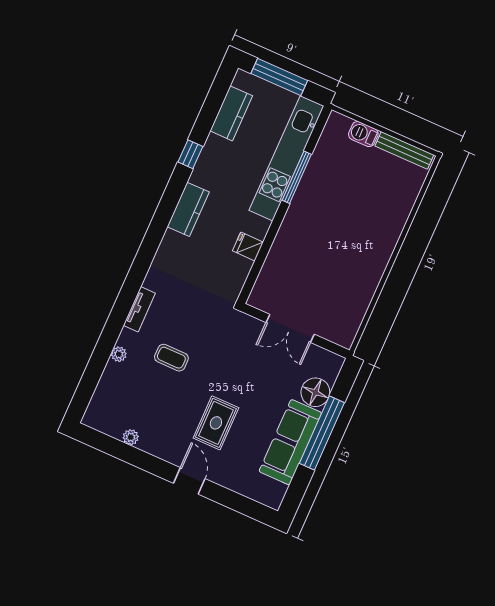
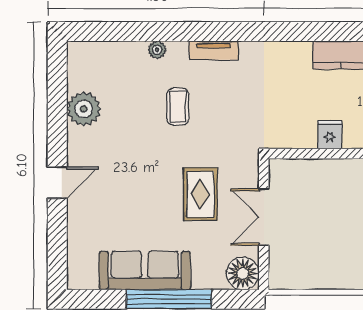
floor lamp: (315, 392) -> (243, 273), moved
rug: (216, 423) -> (200, 194), moved, turned 90
plant: (131, 437) -> (84, 109), width x1.87, depth x1.87

